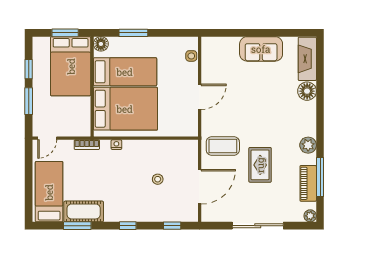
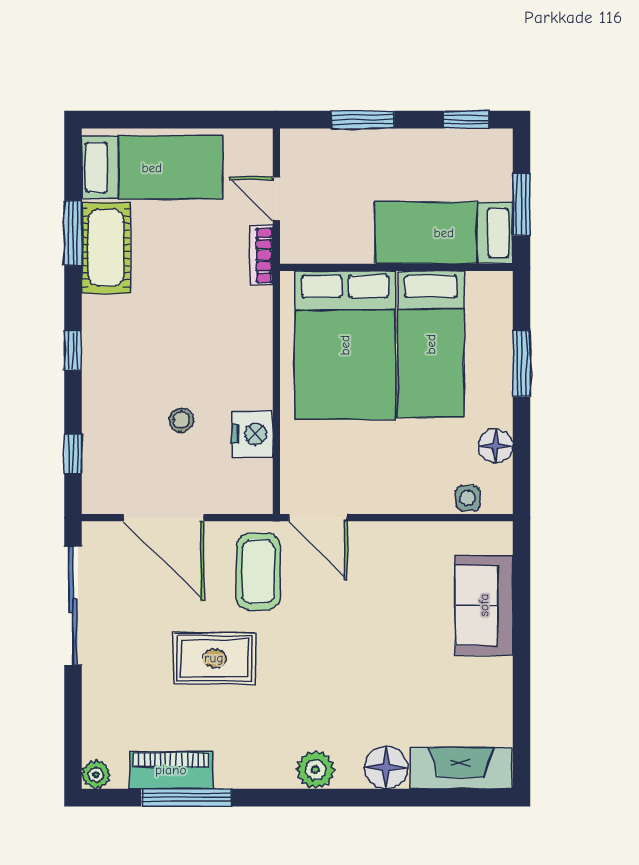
floor lamp: (101, 44) -> (496, 446), moved
sofa: (261, 49) -> (484, 605), moved
bed: (71, 66) -> (444, 233), width x0.67
window: (29, 69) -> (466, 120), moved
door: (200, 97) -> (318, 518), moved
door: (47, 138) -> (276, 199), moved
nightstand: (116, 145) -> (252, 434), moved, width x1.89, depth x1.79
plant: (308, 145) -> (316, 770), moved
sliding door: (258, 226) -> (73, 606), moved

